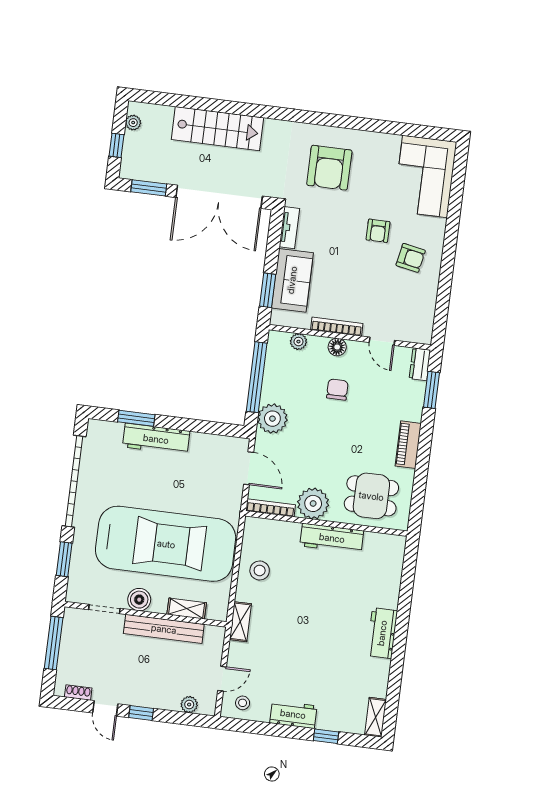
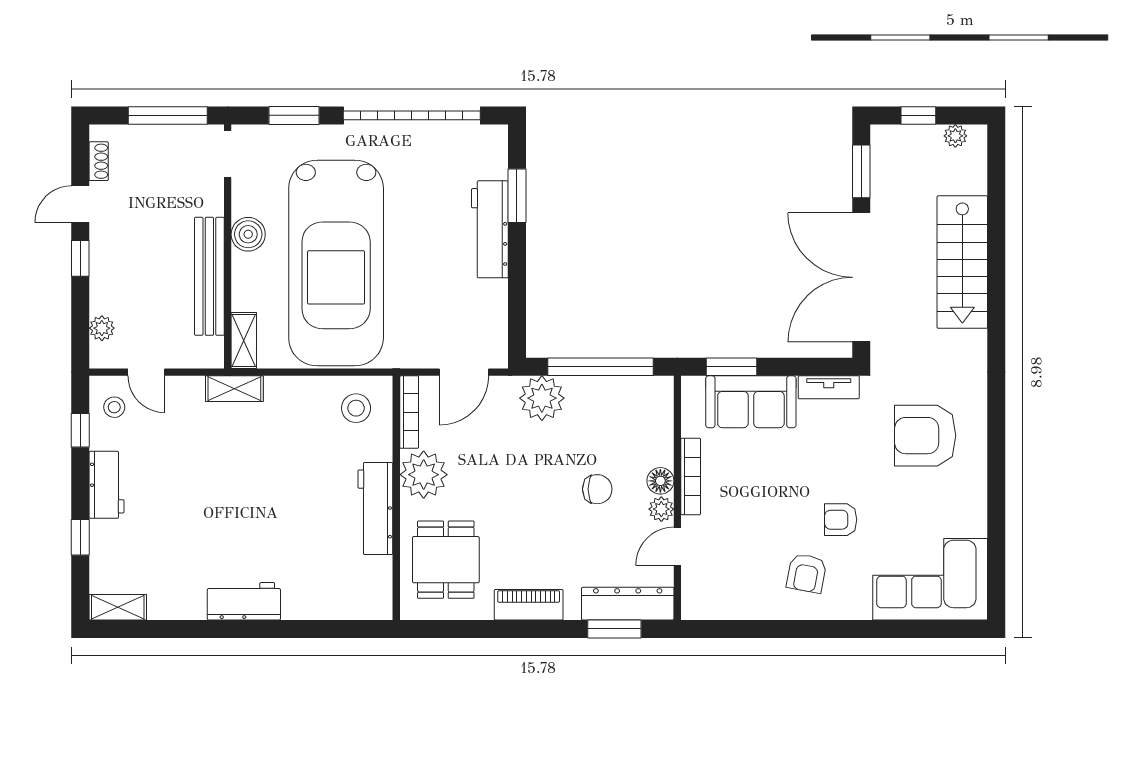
plant: (298, 342) -> (661, 509), moved
dresser: (420, 364) -> (628, 604), width x1.96, depth x1.24
stool: (260, 570) -> (356, 408), moved
doorway: (104, 609) -> (228, 154), moved
shelving: (187, 609) -> (244, 341), moved
window: (255, 727) -> (80, 430), added

